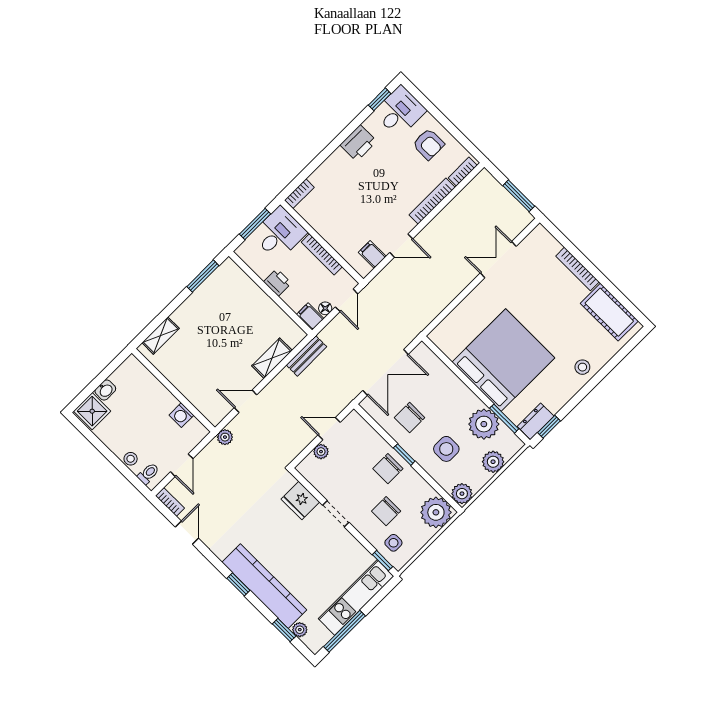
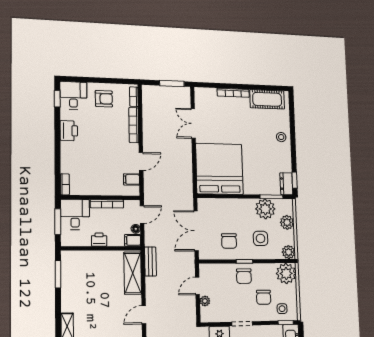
door: (347, 300) -> (142, 214), hinge flipped
shelving: (272, 358) -> (133, 273), width x1.50, depth x1.33
bed: (503, 360) -> (219, 169), moved
double door: (386, 372) -> (196, 231), swing flipped

